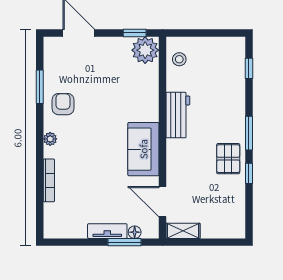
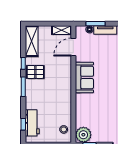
workbench: (178, 115) -> (32, 123), moved, turned 180
pallet: (228, 159) -> (35, 72), turned 90
door: (162, 202) -> (73, 47), swing flipped
shelving: (235, 212) -> (32, 41), added

